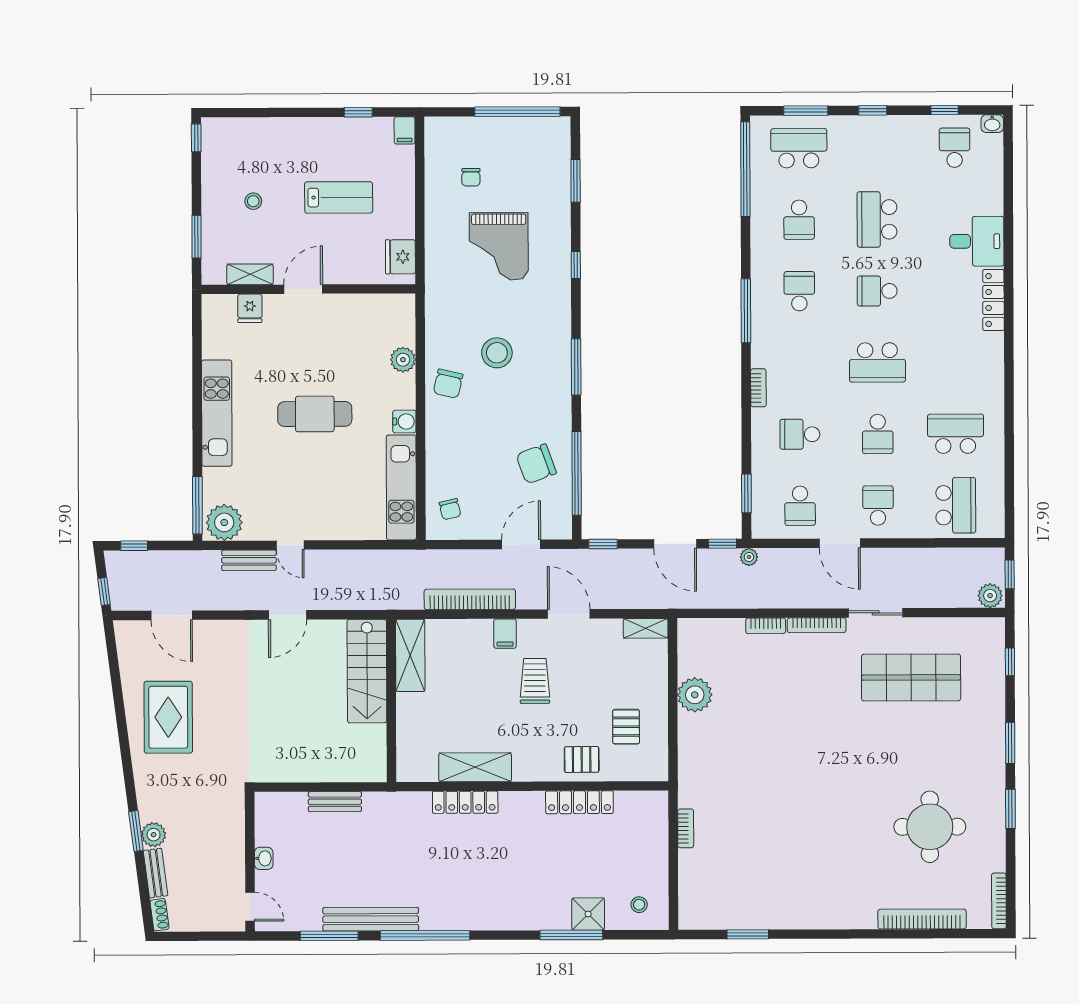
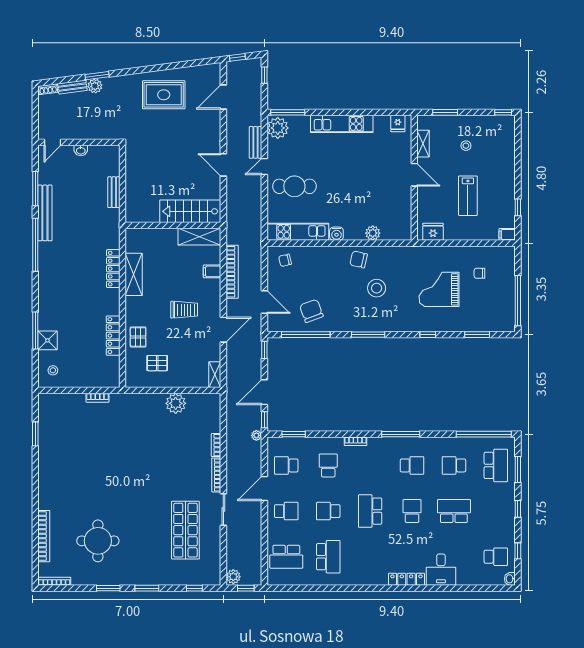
fridge: (250, 308) -> (398, 123), moved, turned -90
cafe table: (315, 414) -> (294, 186), moved, turned 90
filing cabinet: (505, 634) -> (212, 271), moved

